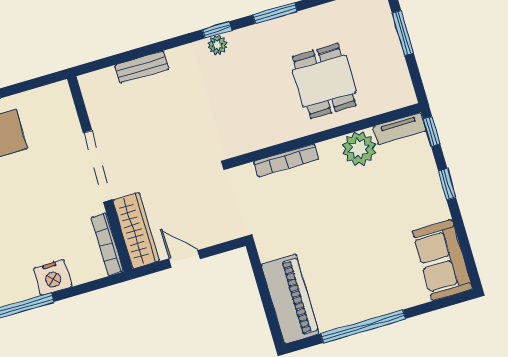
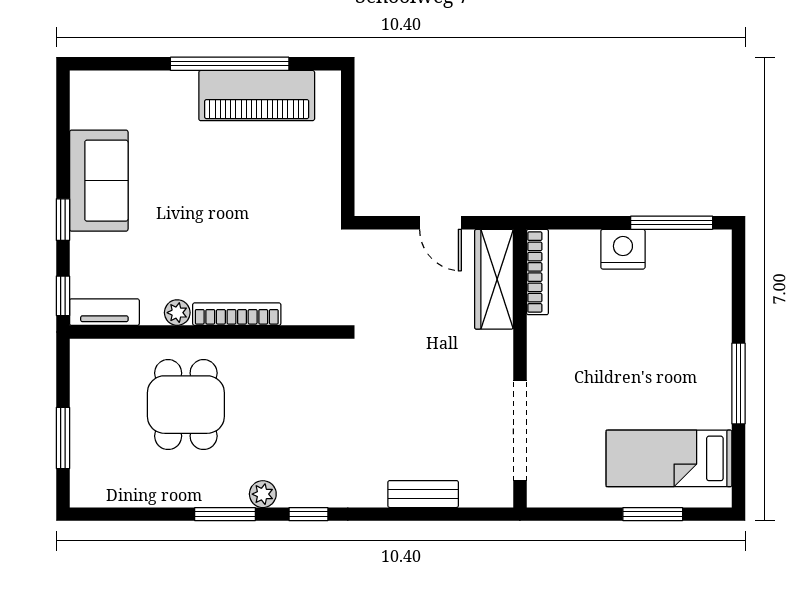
plant: (217, 45) -> (263, 494), moved
plant: (359, 149) -> (177, 313), width x0.53, depth x0.53
bookcase: (286, 160) -> (237, 314), moved
doorway: (98, 166) -> (520, 431), moved
sofa: (442, 260) -> (99, 181), moved
piano: (290, 299) -> (257, 96), moved, turned -90

